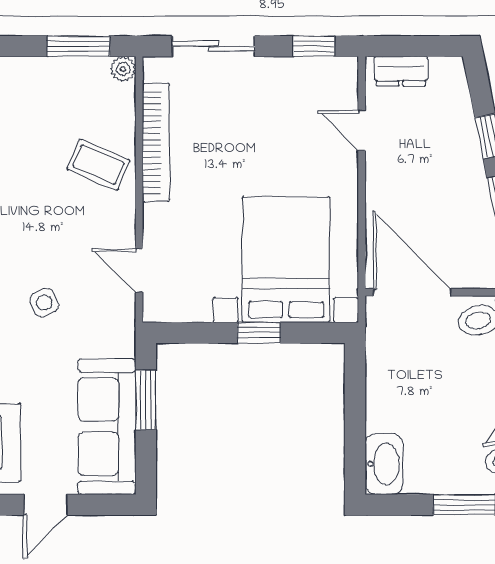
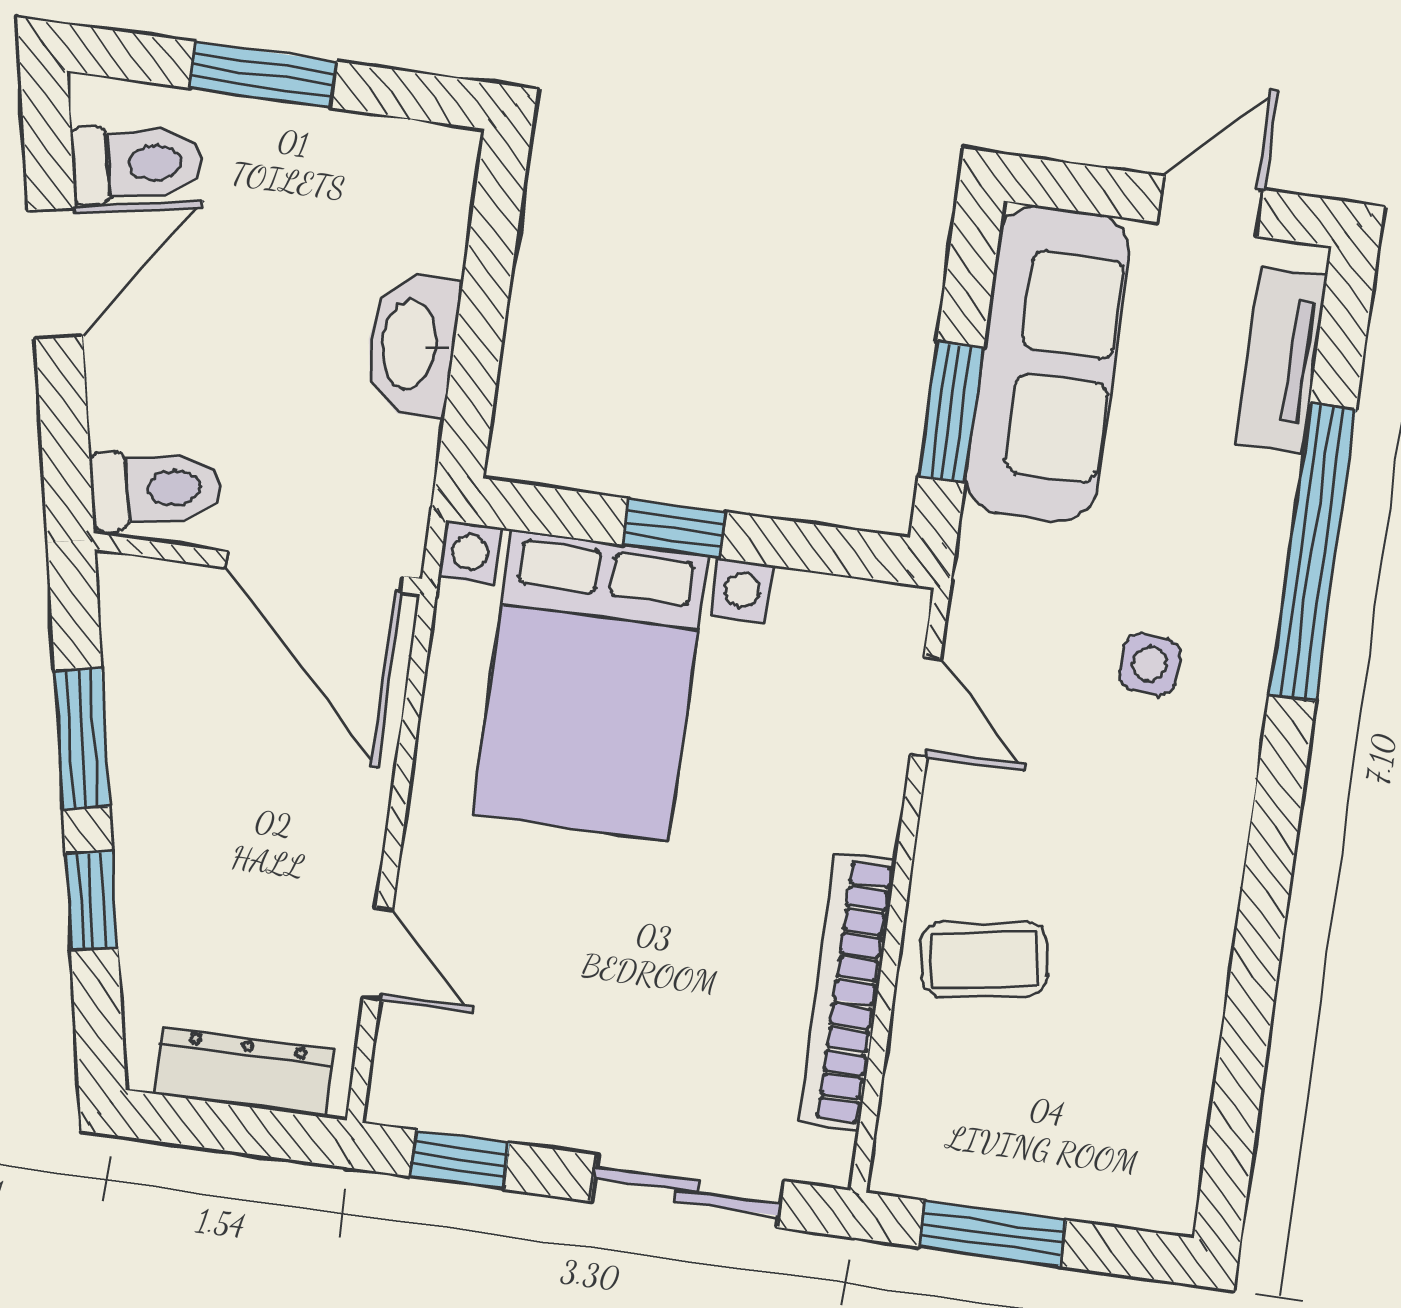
plant: (123, 69) -> (899, 1168), removed
dresser: (401, 71) -> (245, 1072), width x1.44
coffee table: (99, 165) -> (984, 959), turned -32
side table: (44, 303) -> (1150, 664), turned 30
washbasin: (384, 464) -> (411, 345), moved

